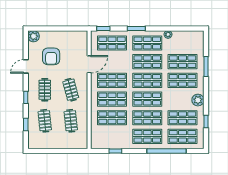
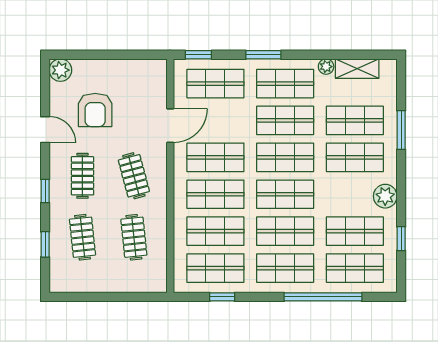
shelving: (184, 35) -> (357, 69), added
door: (26, 66) -> (45, 130), swing flipped
shop shelf: (112, 136) -> (215, 268), added

